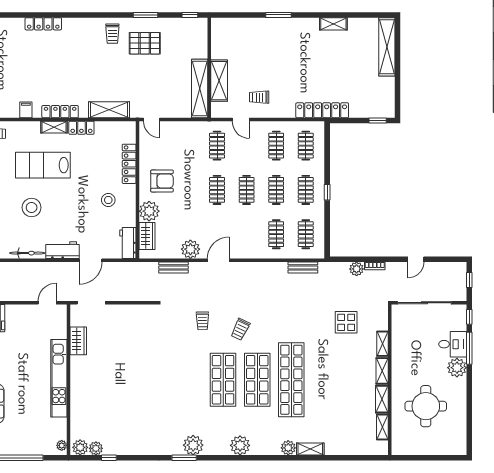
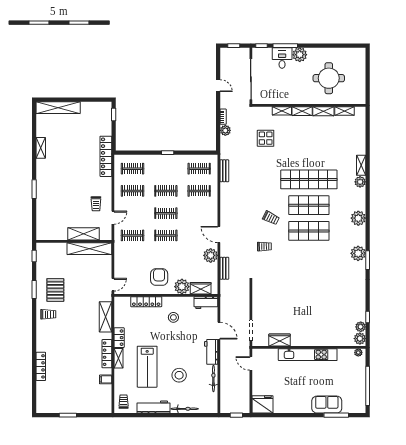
clothes rail: (306, 190) -> (166, 169), removed

